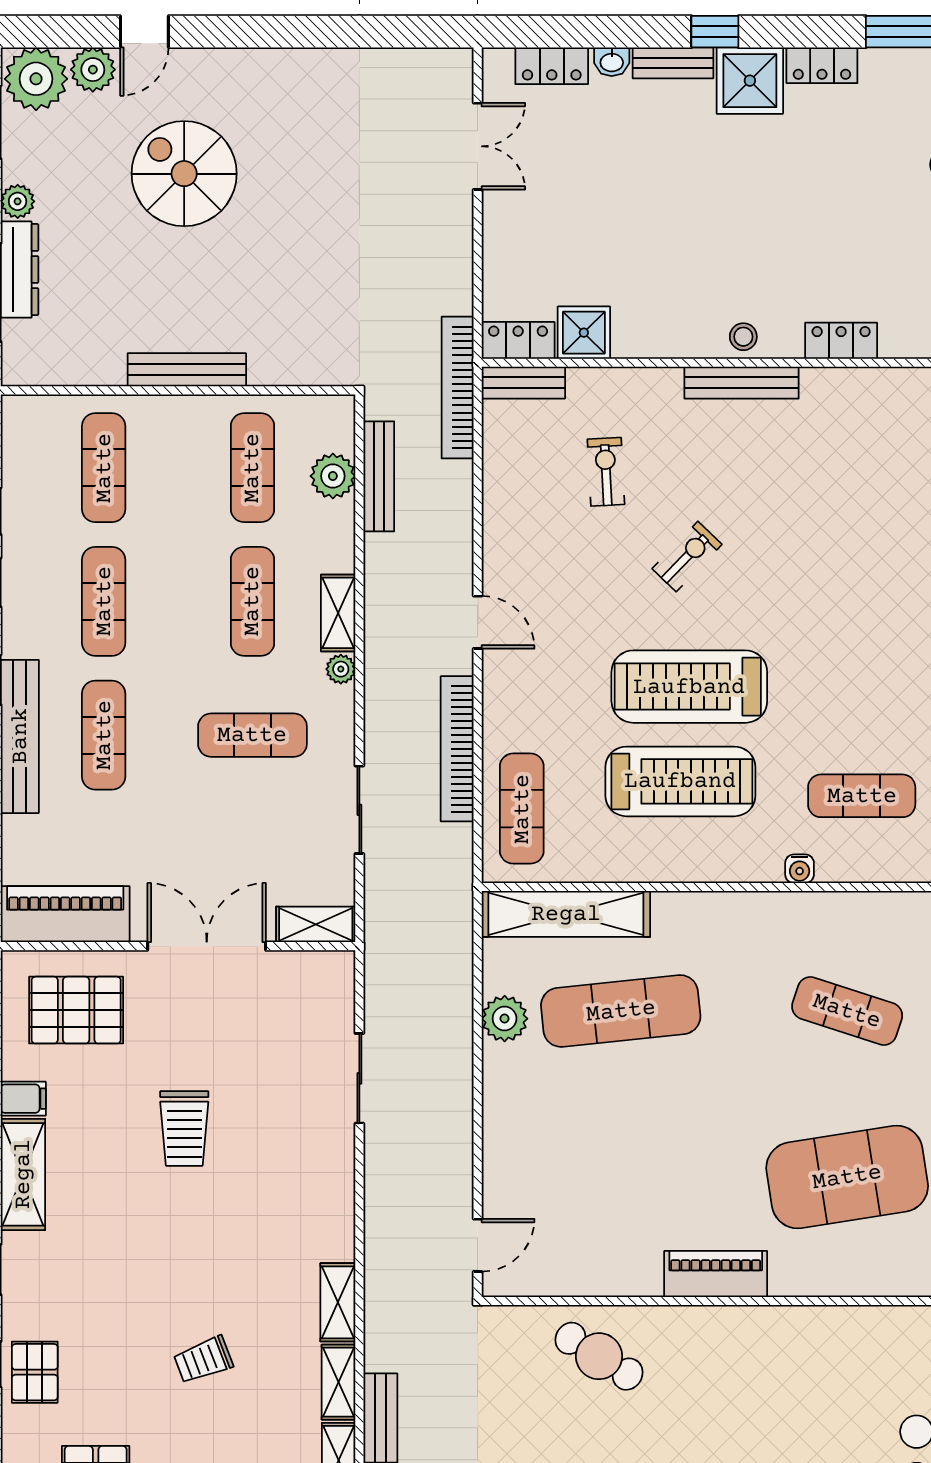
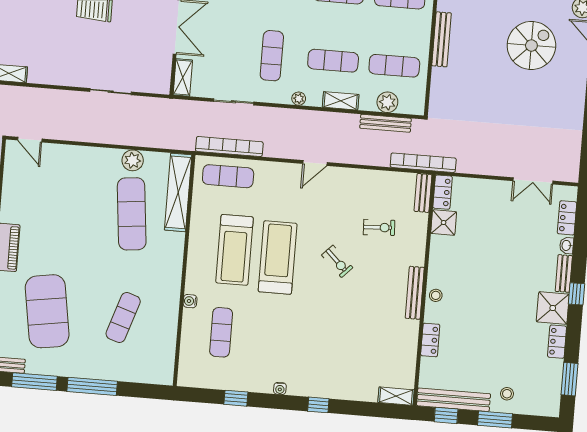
shelving: (338, 613) -> (341, 101), moved
bookcase: (457, 749) -> (229, 147), moved

